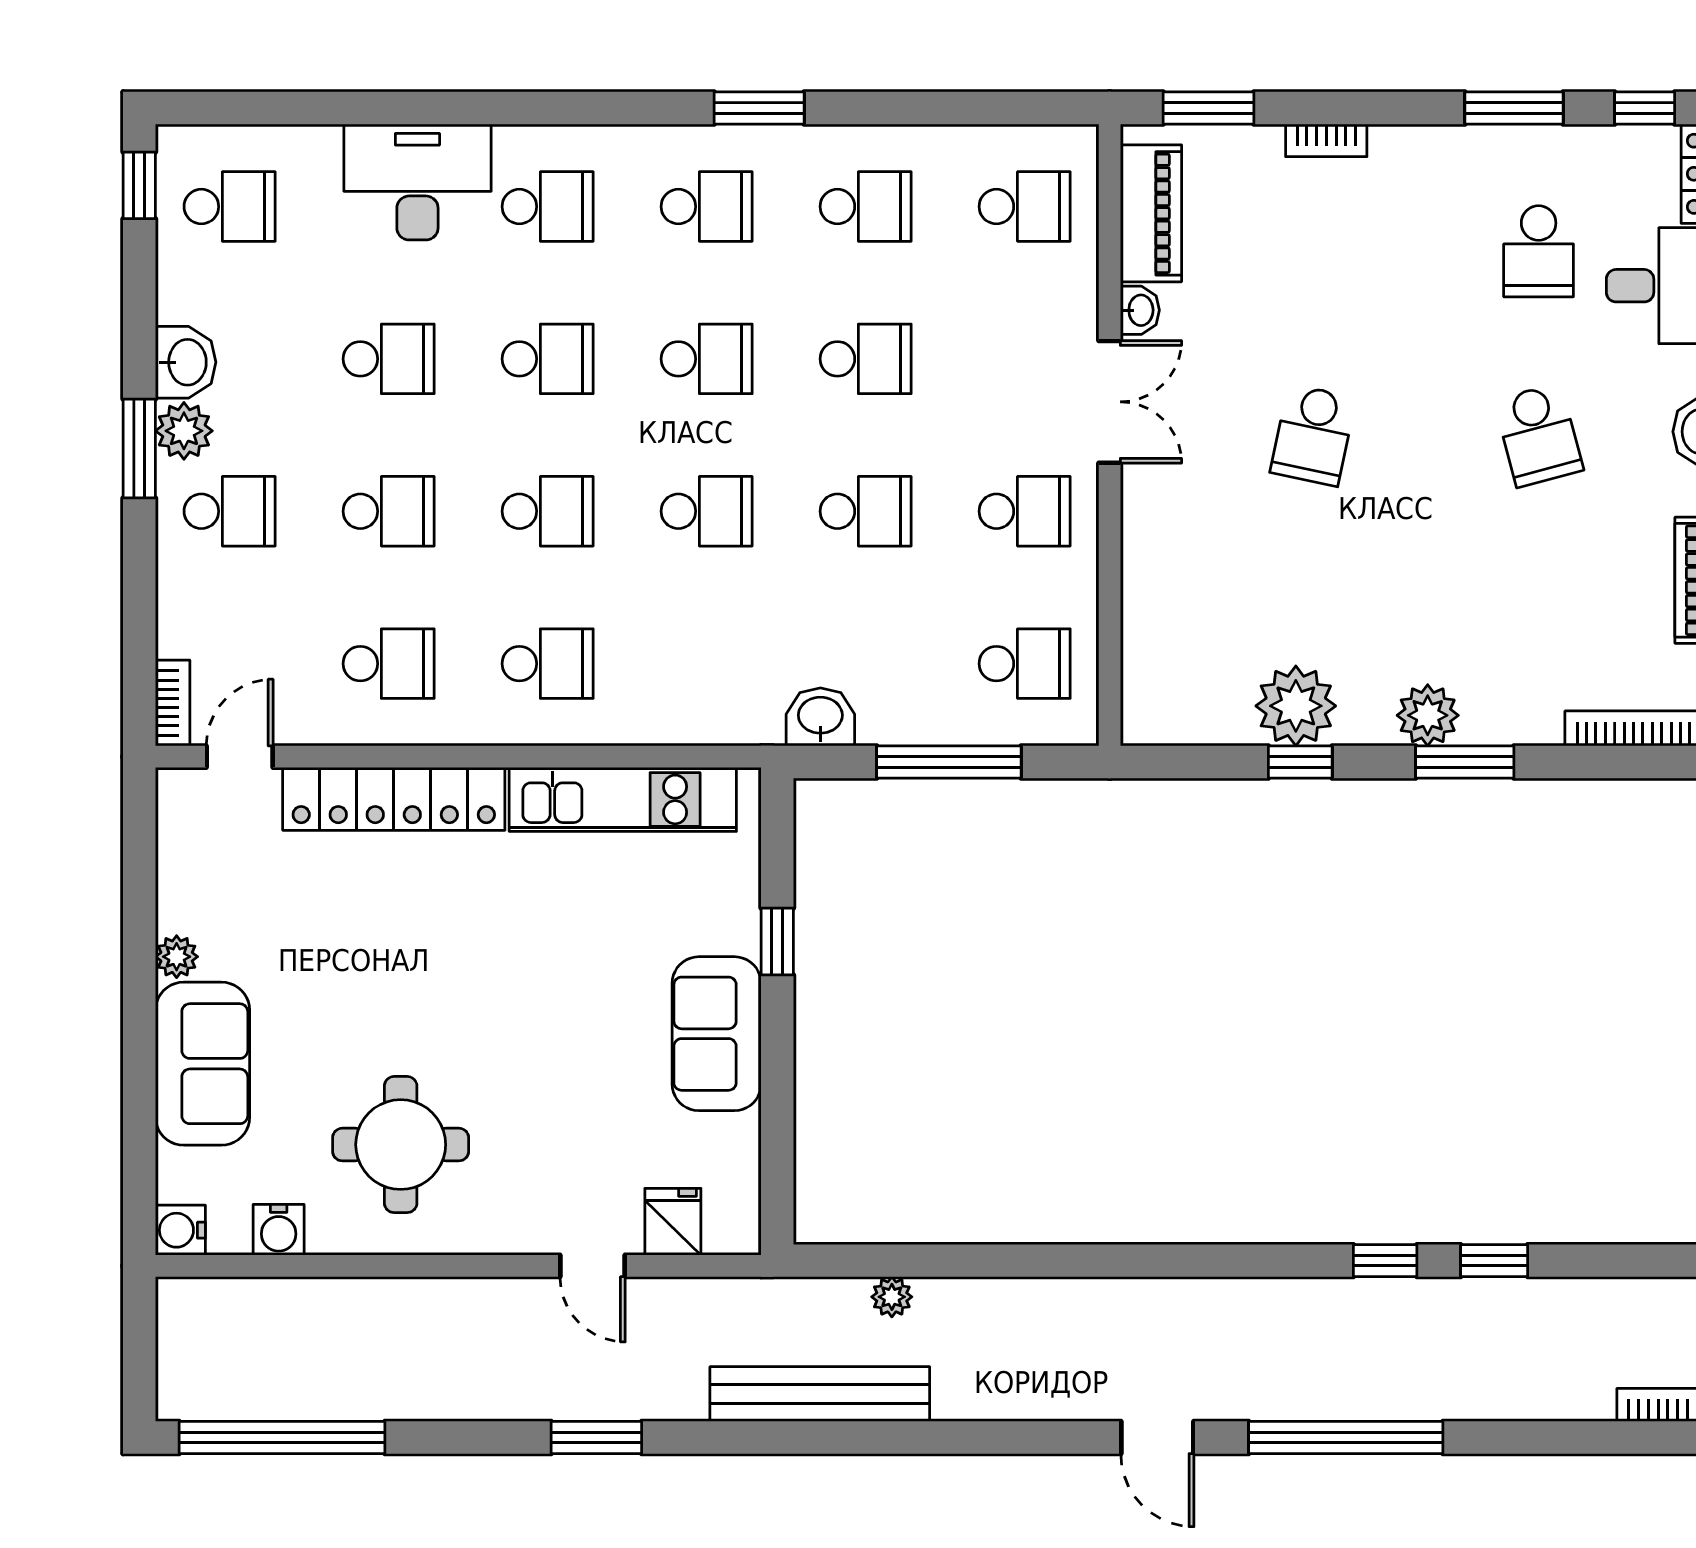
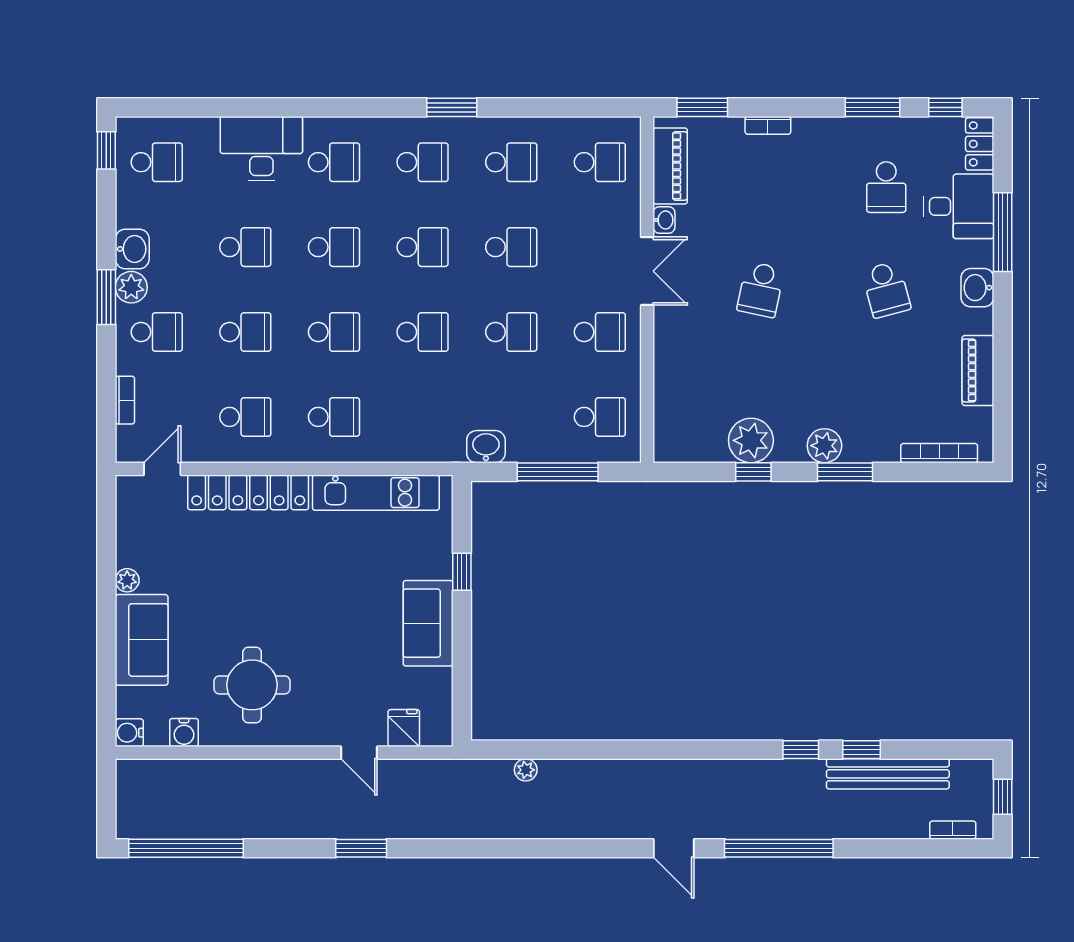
bookcase: (173, 703) -> (125, 400), moved
bench: (820, 1394) -> (888, 774), moved

